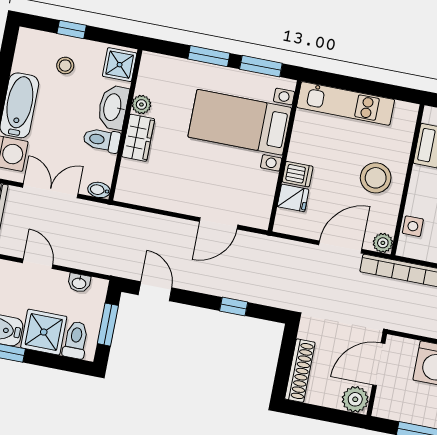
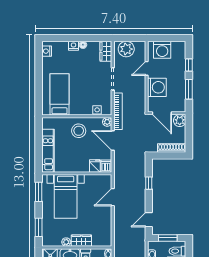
window: (209, 56) -> (39, 227), moved
dishwasher: (298, 174) -> (106, 166), moved
door: (219, 223) -> (113, 197), swing flipped

